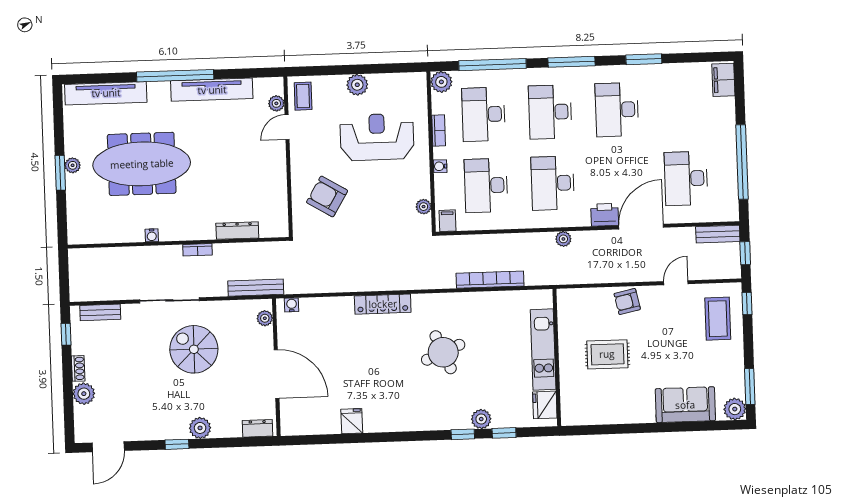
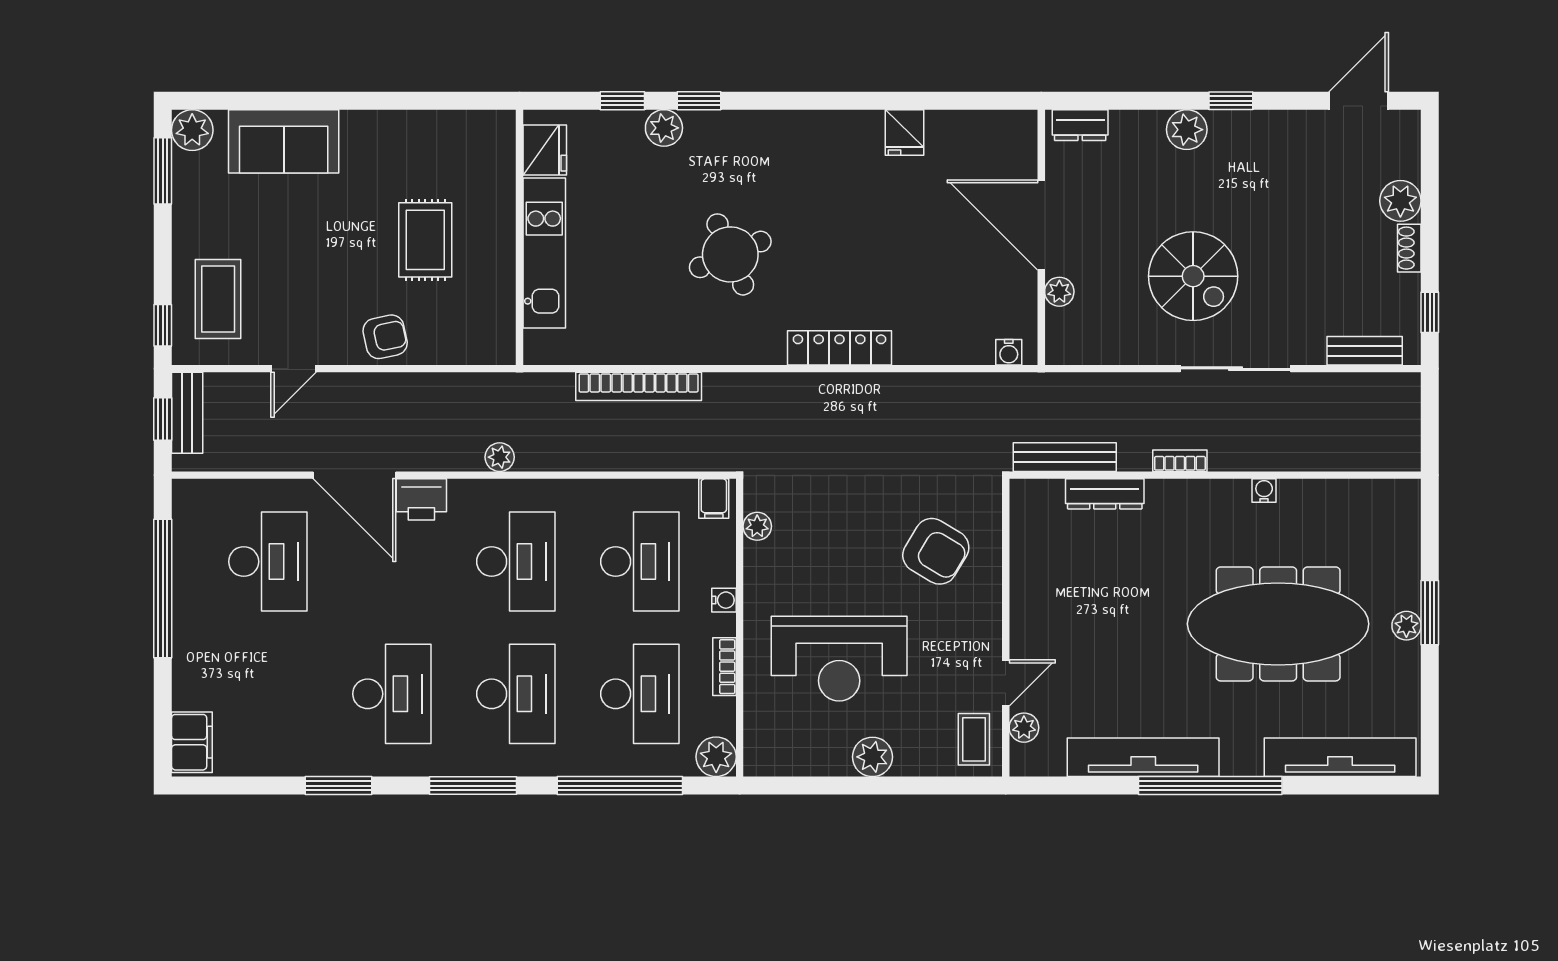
door: (641, 227) -> (354, 475), hinge flipped
bench: (718, 234) -> (187, 413), moved, turned 90
bench: (256, 288) -> (1065, 457), moved
plant: (265, 318) -> (1059, 292), moved
rug: (607, 354) -> (425, 240), turned 90

